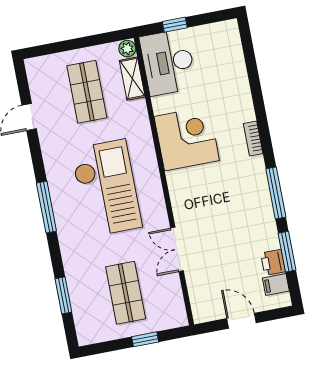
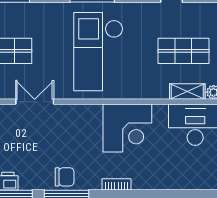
checkout: (106, 188) -> (98, 52), turned 90
chair: (256, 199) -> (65, 177), added

